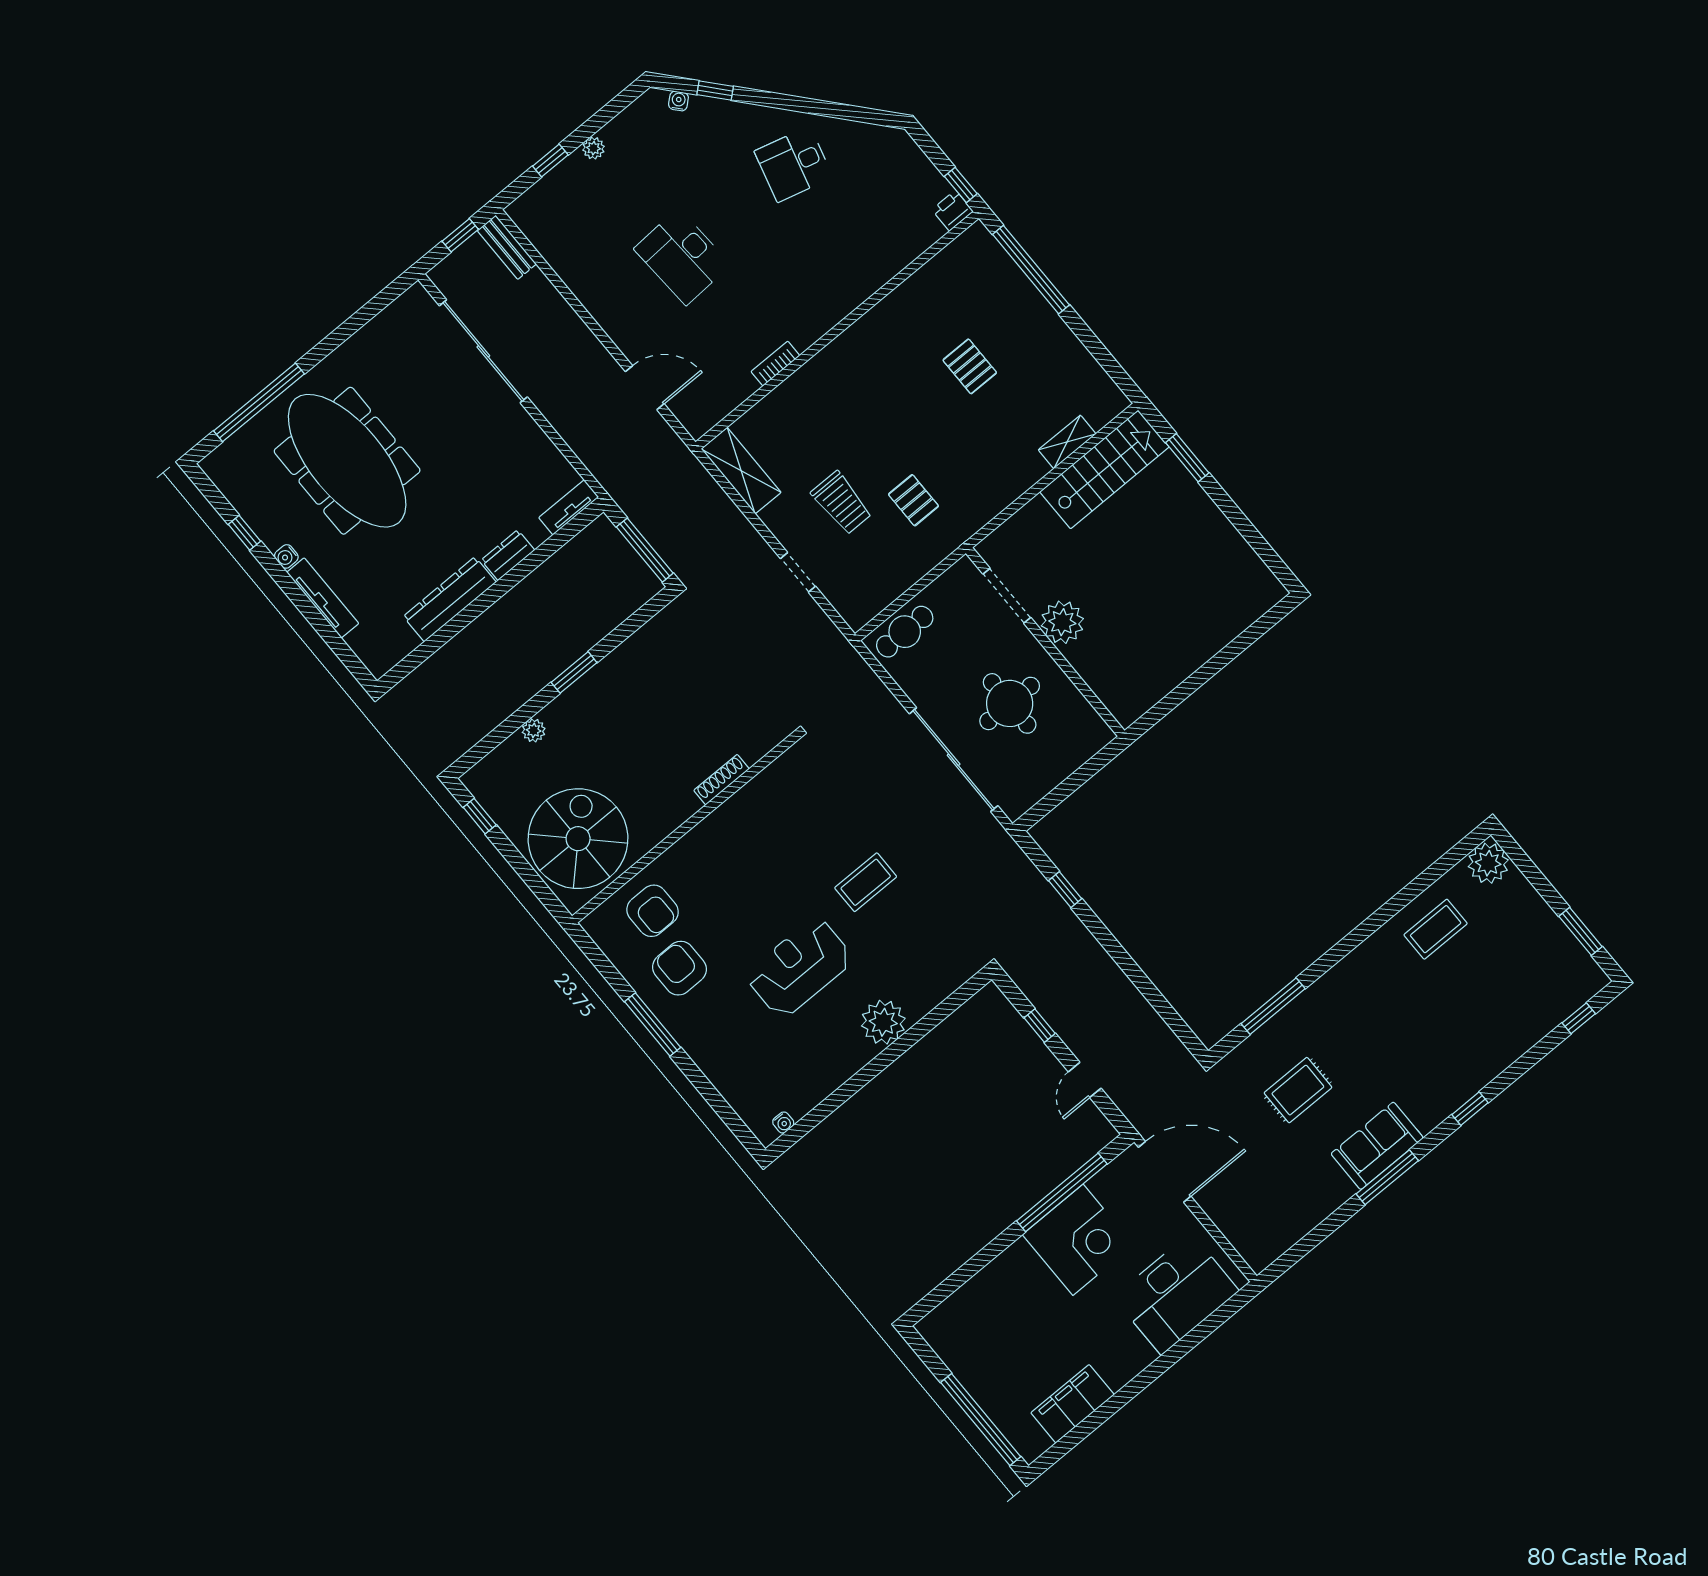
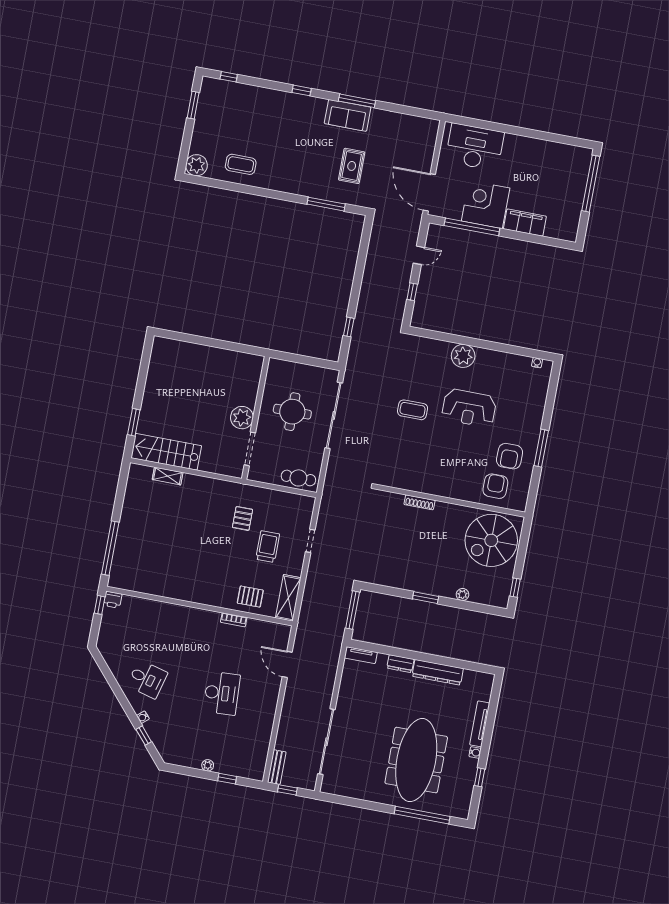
water cooler: (678, 101) -> (143, 717), moved
pallet: (970, 366) -> (250, 597), moved, turned 90
rug: (1298, 1090) -> (352, 166), turned 90
filing cabinet: (1073, 1404) -> (525, 223), moved, turned 180

